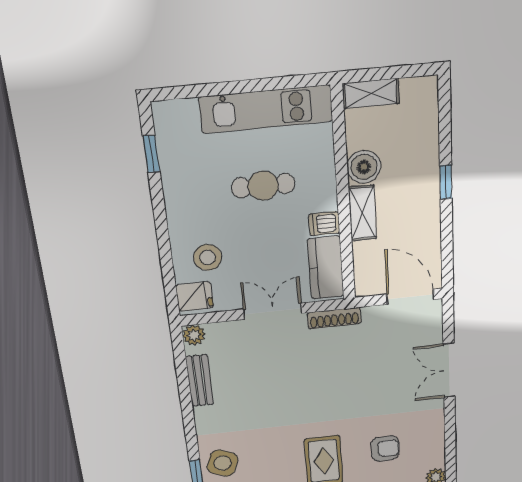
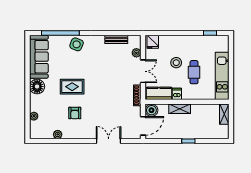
boiler: (364, 167) -> (151, 110), moved
stool: (208, 257) -> (176, 63), moved
plant: (194, 335) -> (136, 53), moved

